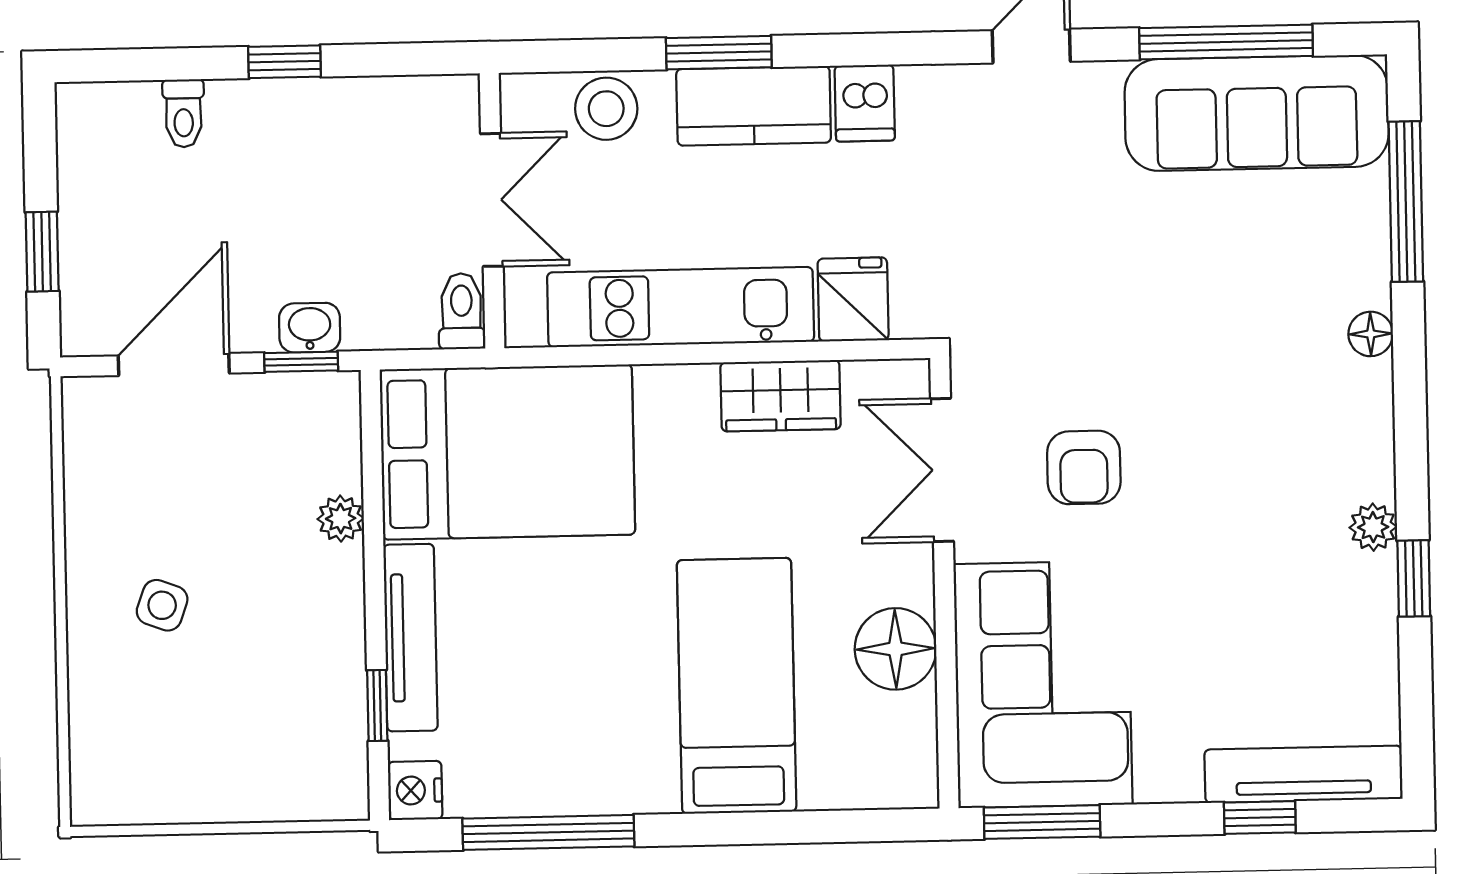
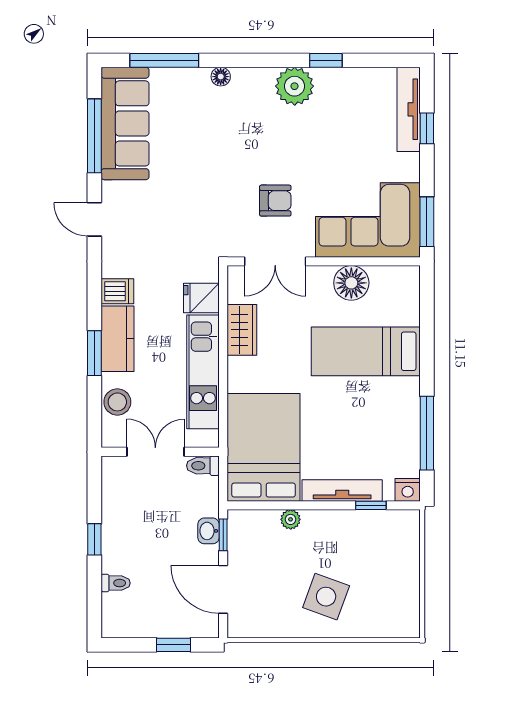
plant: (1373, 527) -> (295, 86), width x1.88, depth x1.88
side table: (162, 605) -> (326, 597), width x1.87, depth x1.87

